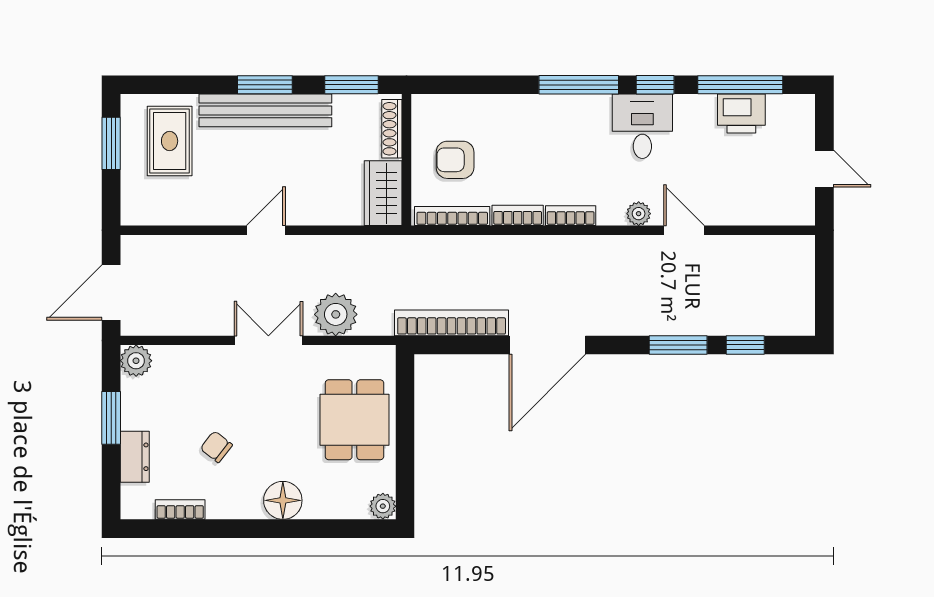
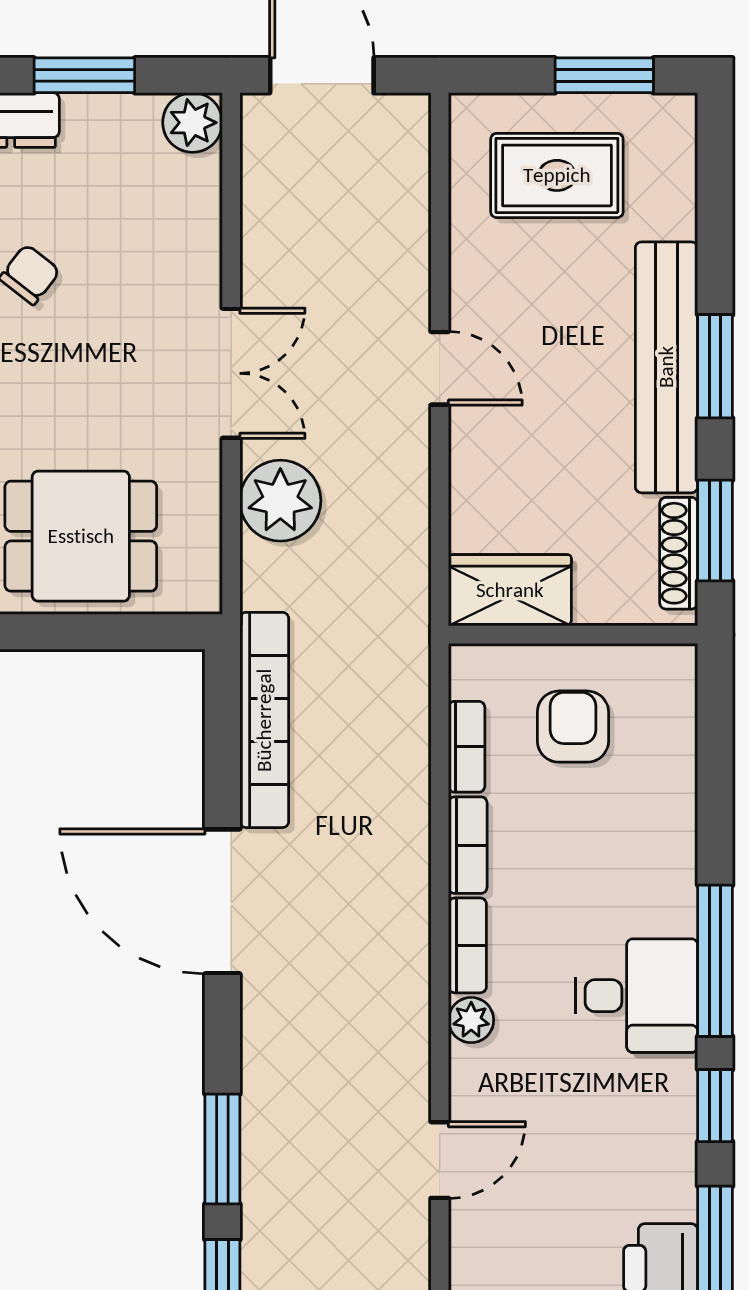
desk: (642, 126) -> (636, 996), moved
shoe rack: (392, 129) -> (679, 553), moved, turned -90
rug: (170, 141) -> (557, 175), moved
plant: (639, 214) -> (471, 1020), moved
bookcase: (452, 216) -> (467, 747), width x0.64

